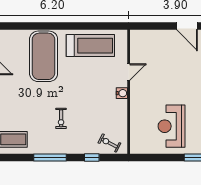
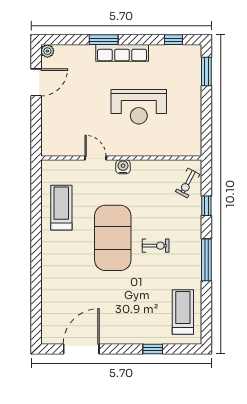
treadmill: (90, 46) -> (61, 208), width x0.73, depth x0.73
exercise mat: (44, 56) -> (113, 238), moved, turned 90
reception desk: (172, 126) -> (139, 107), moved

